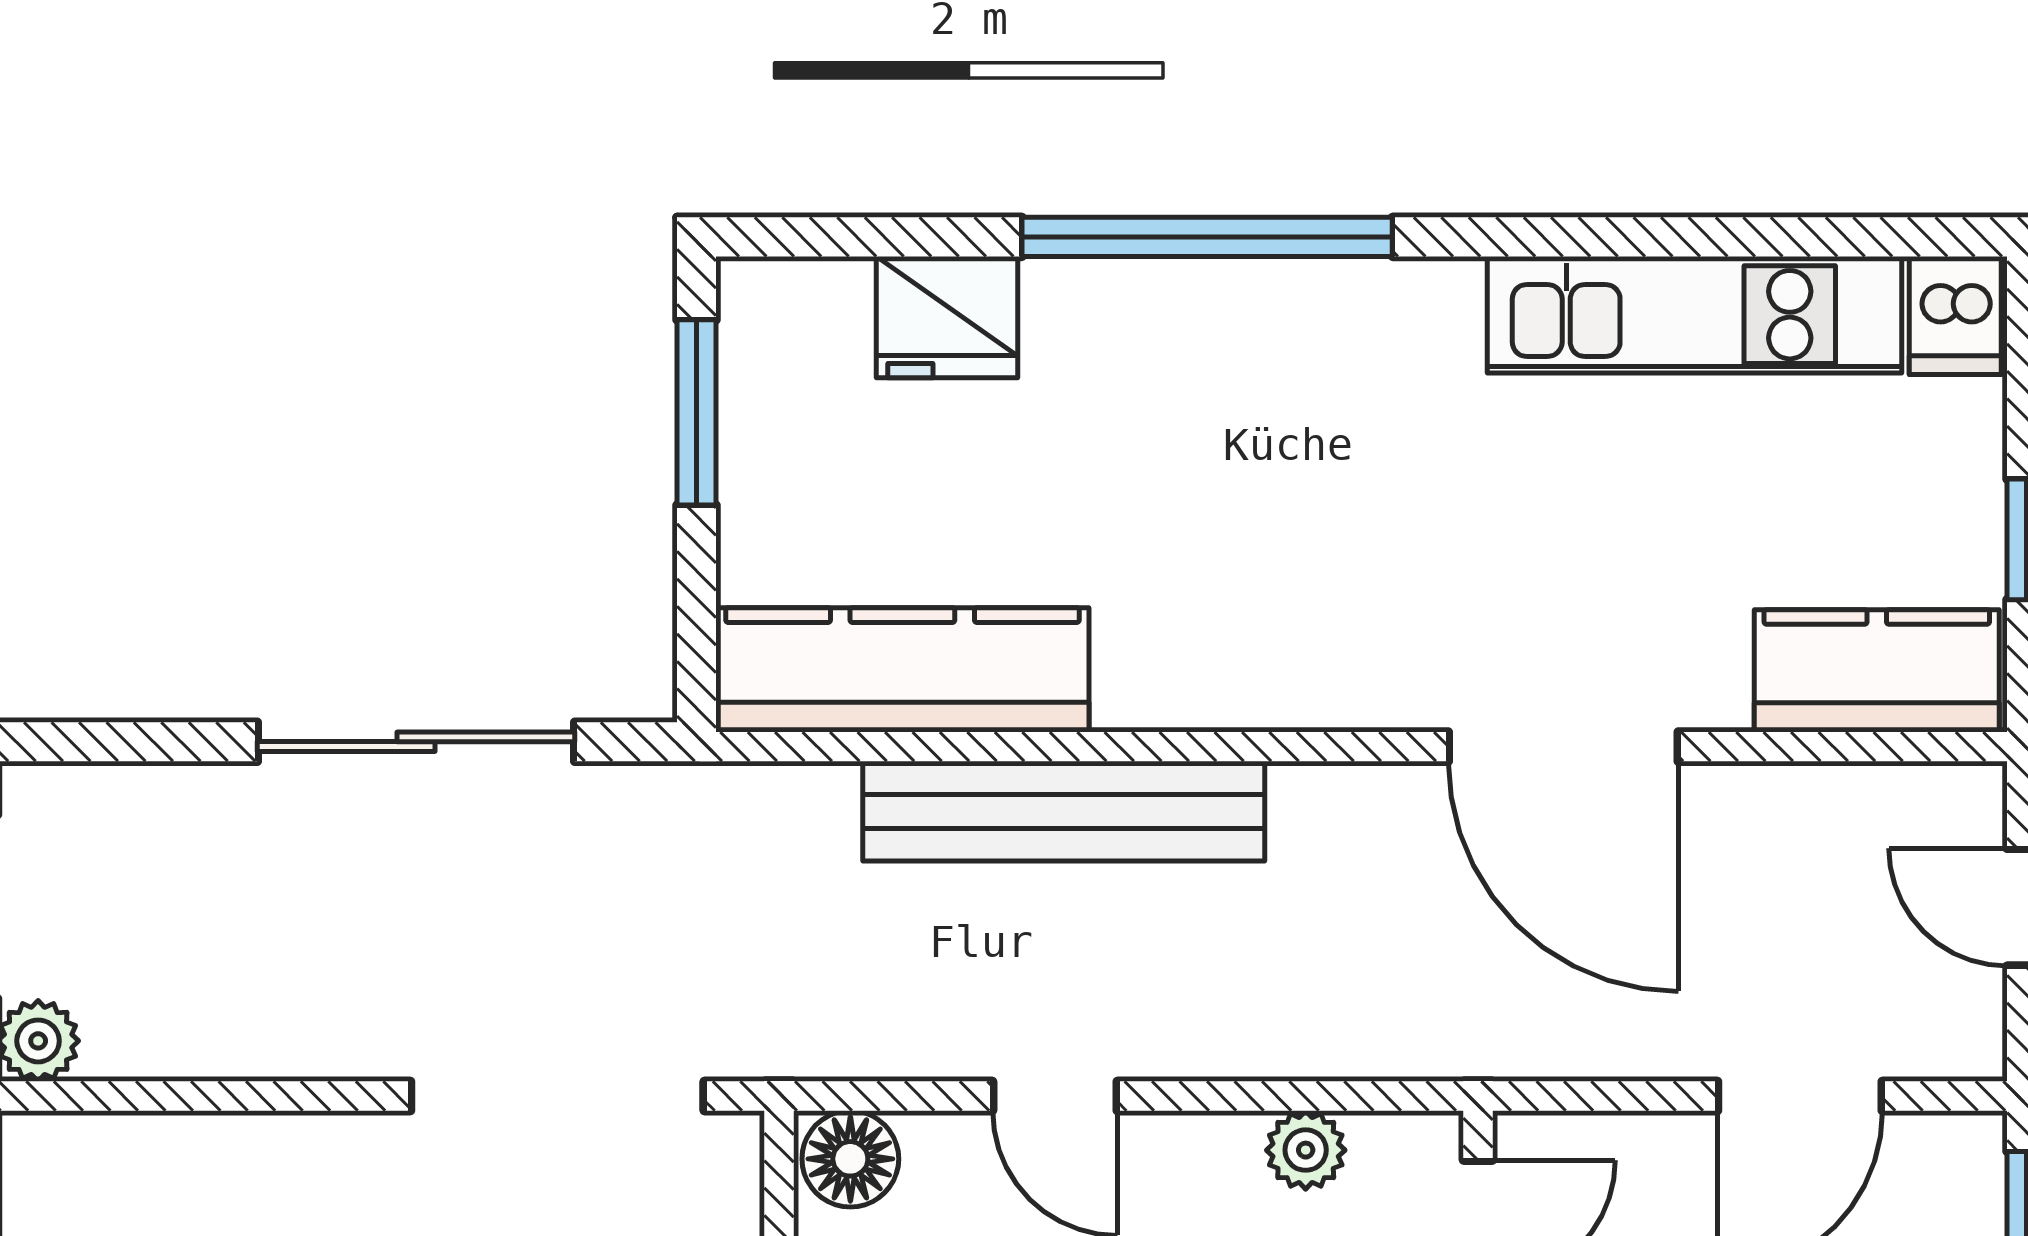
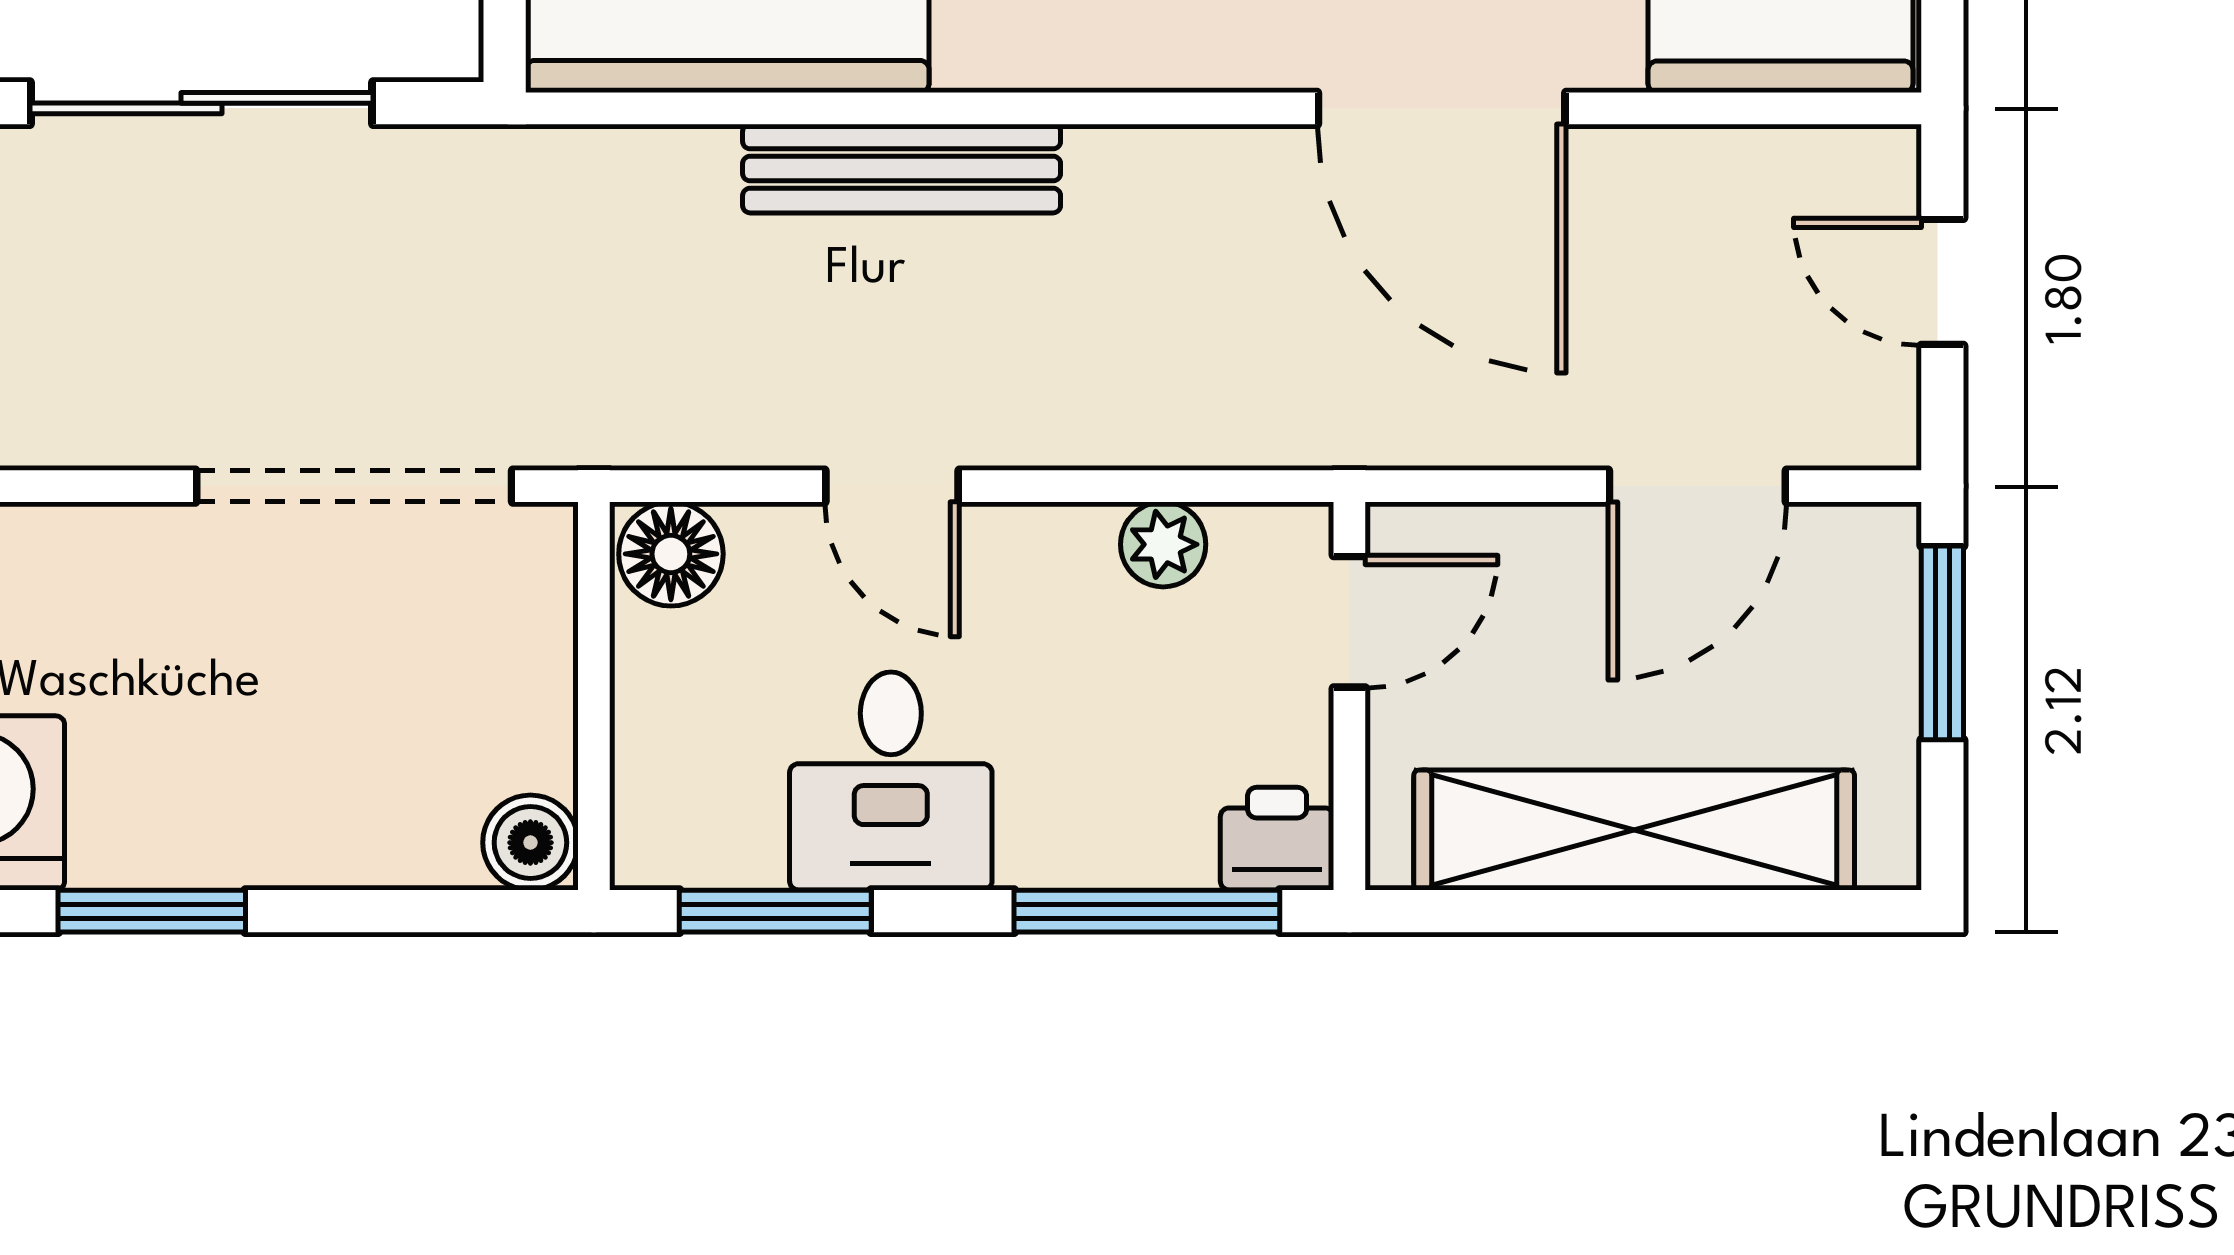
bench: (1064, 811) -> (902, 169), width x0.73, depth x0.82

